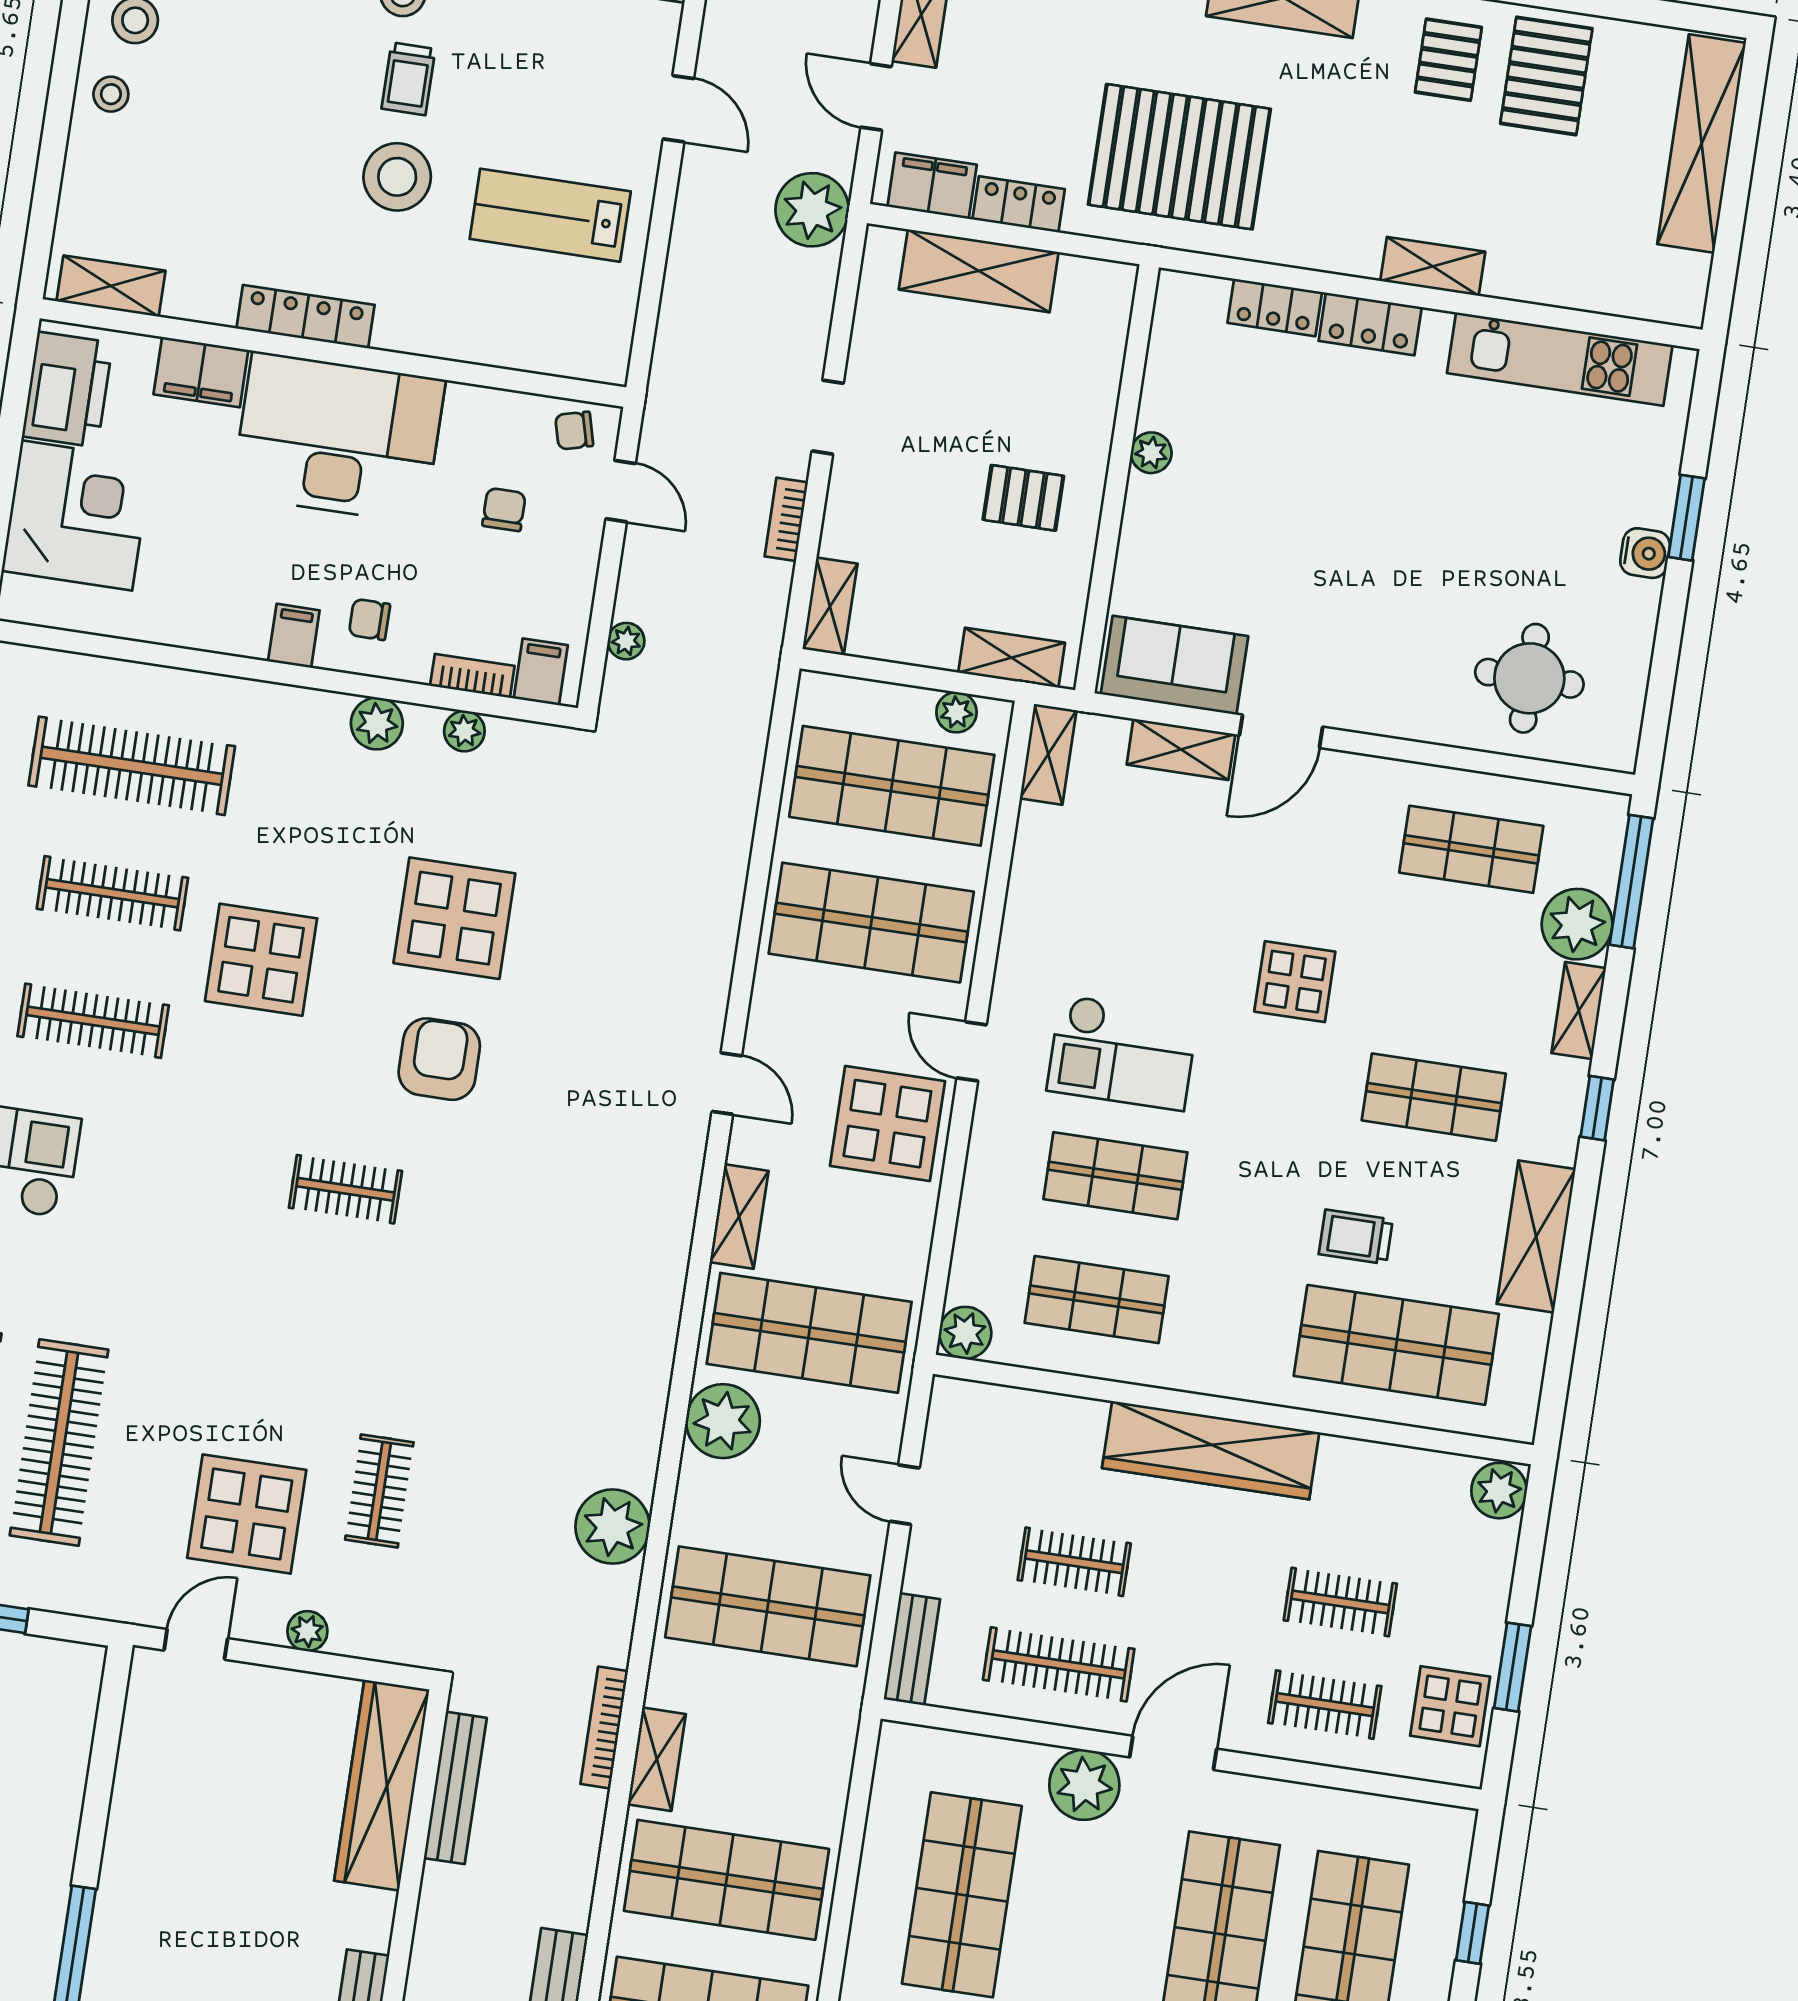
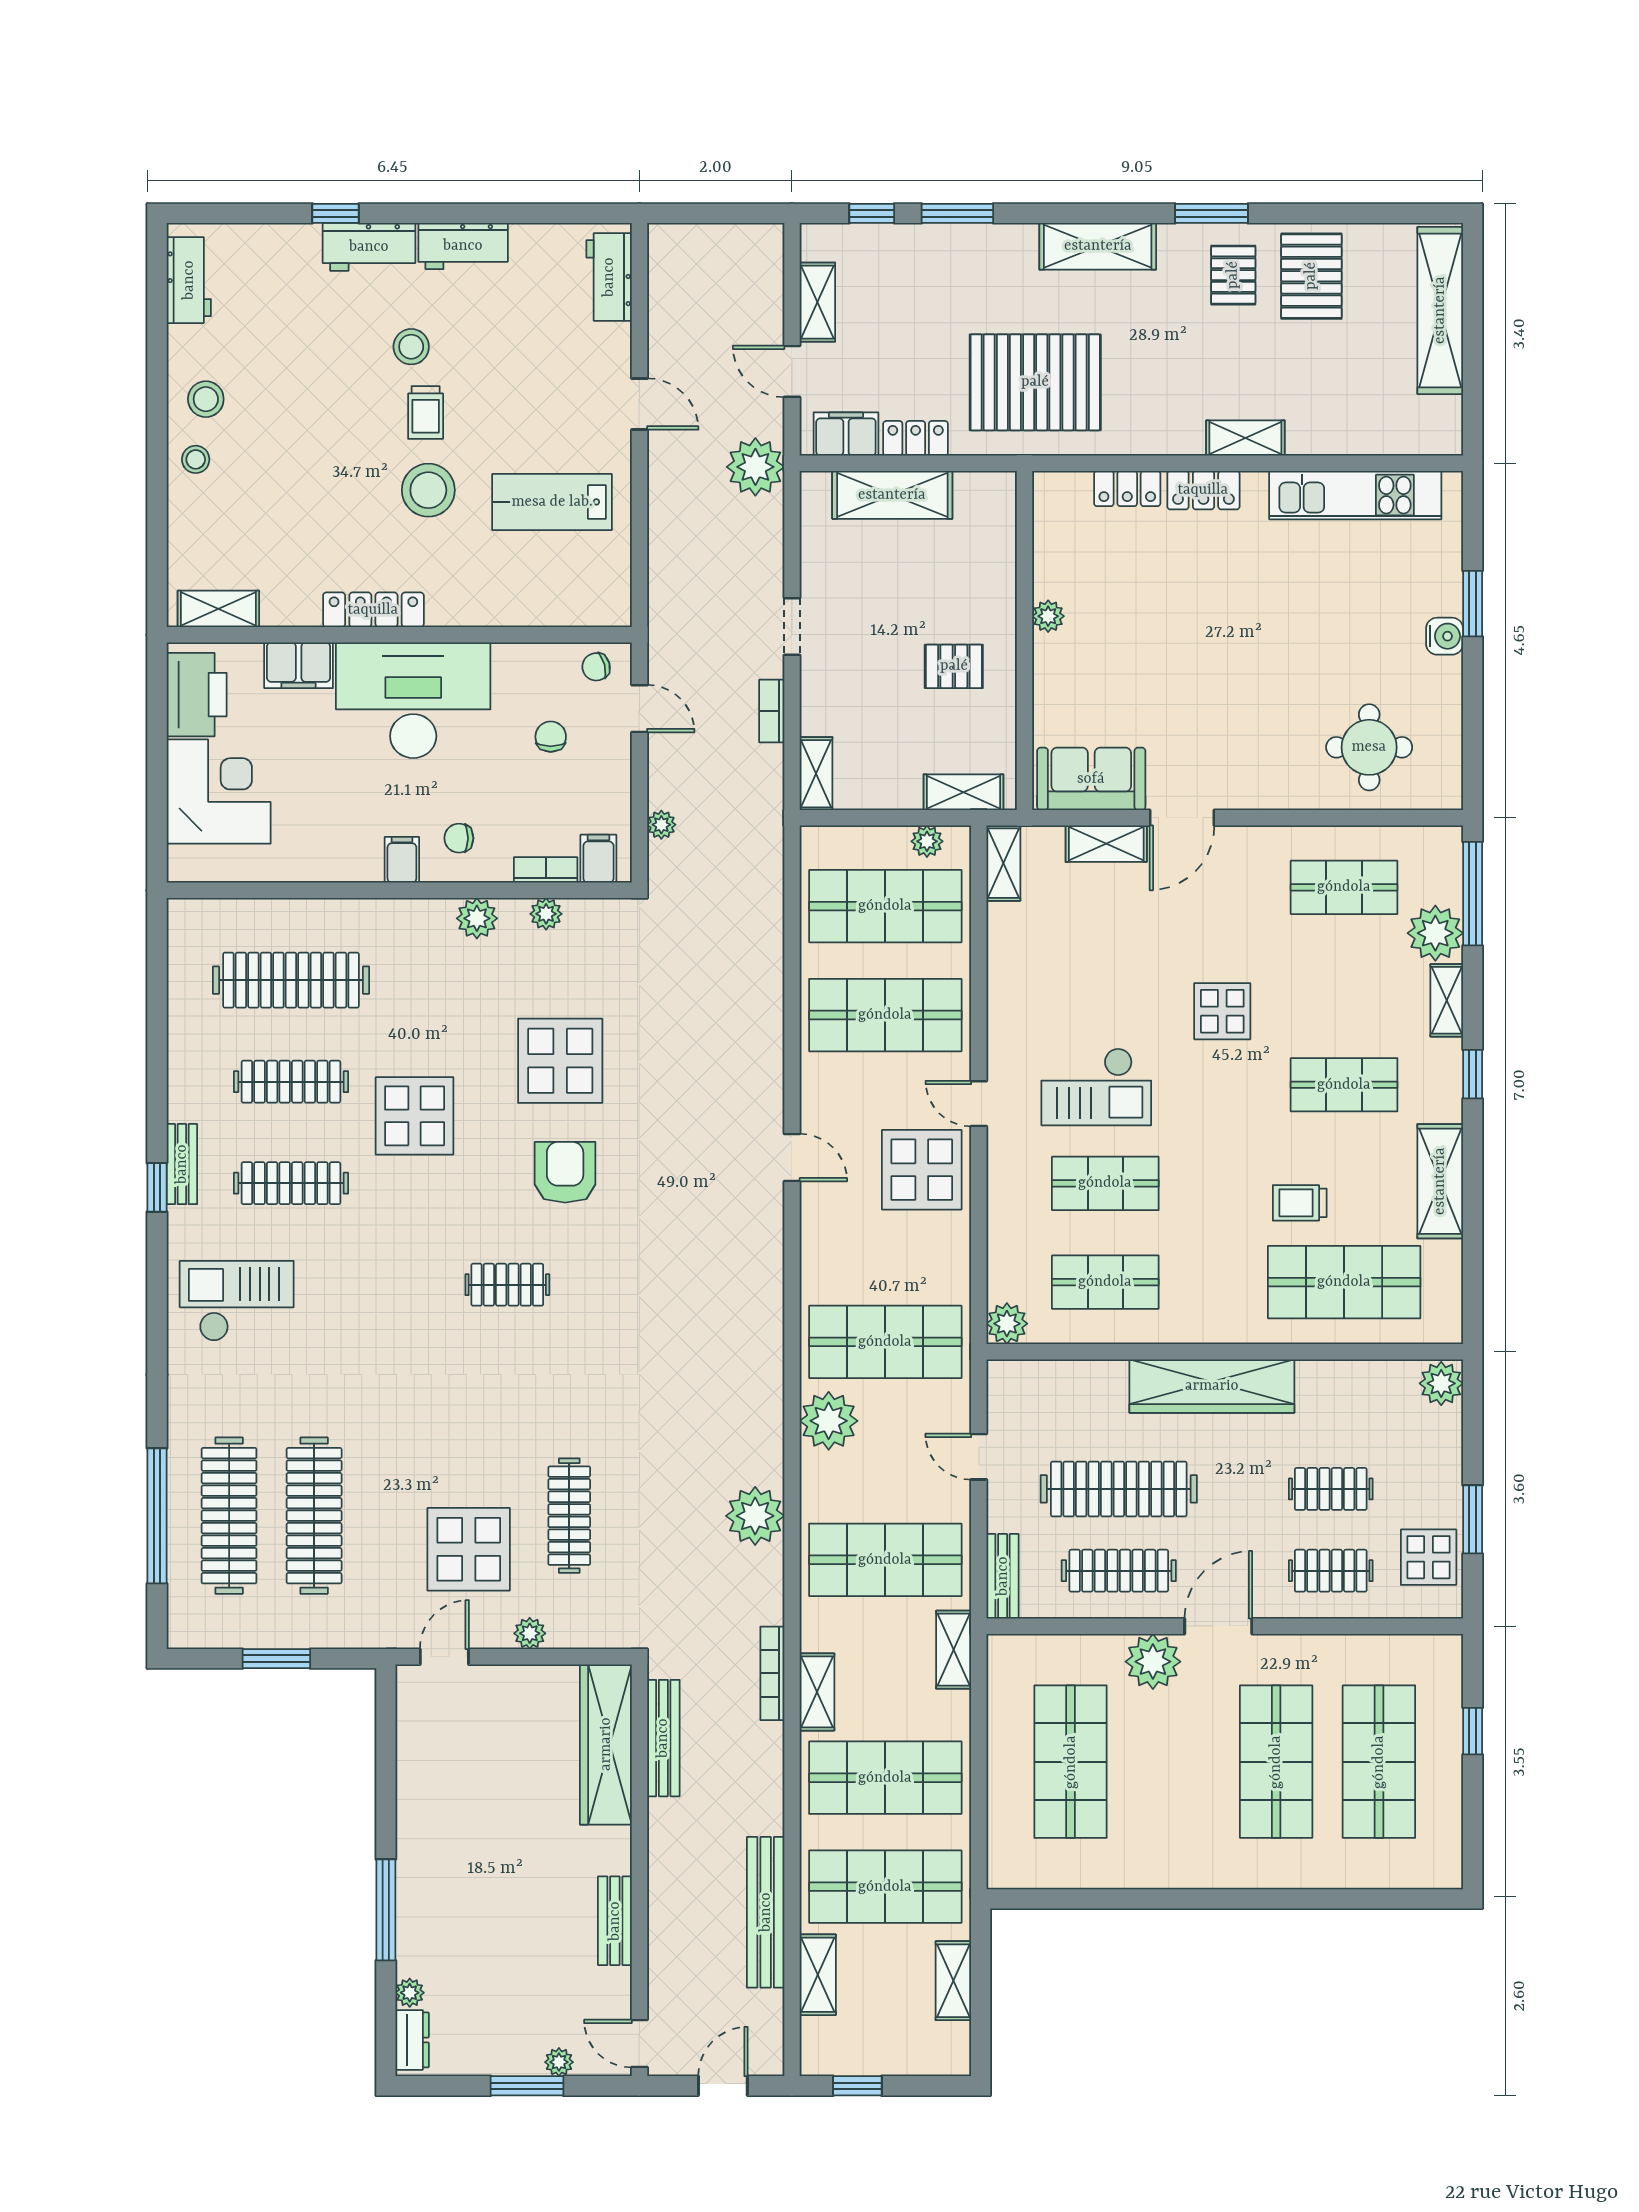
shelving: (739, 1217) -> (954, 1650), moved
clothes rail: (379, 1491) -> (569, 1516), width x1.36
clothes rail: (1074, 1562) -> (1119, 1489), width x1.86, depth x1.31

